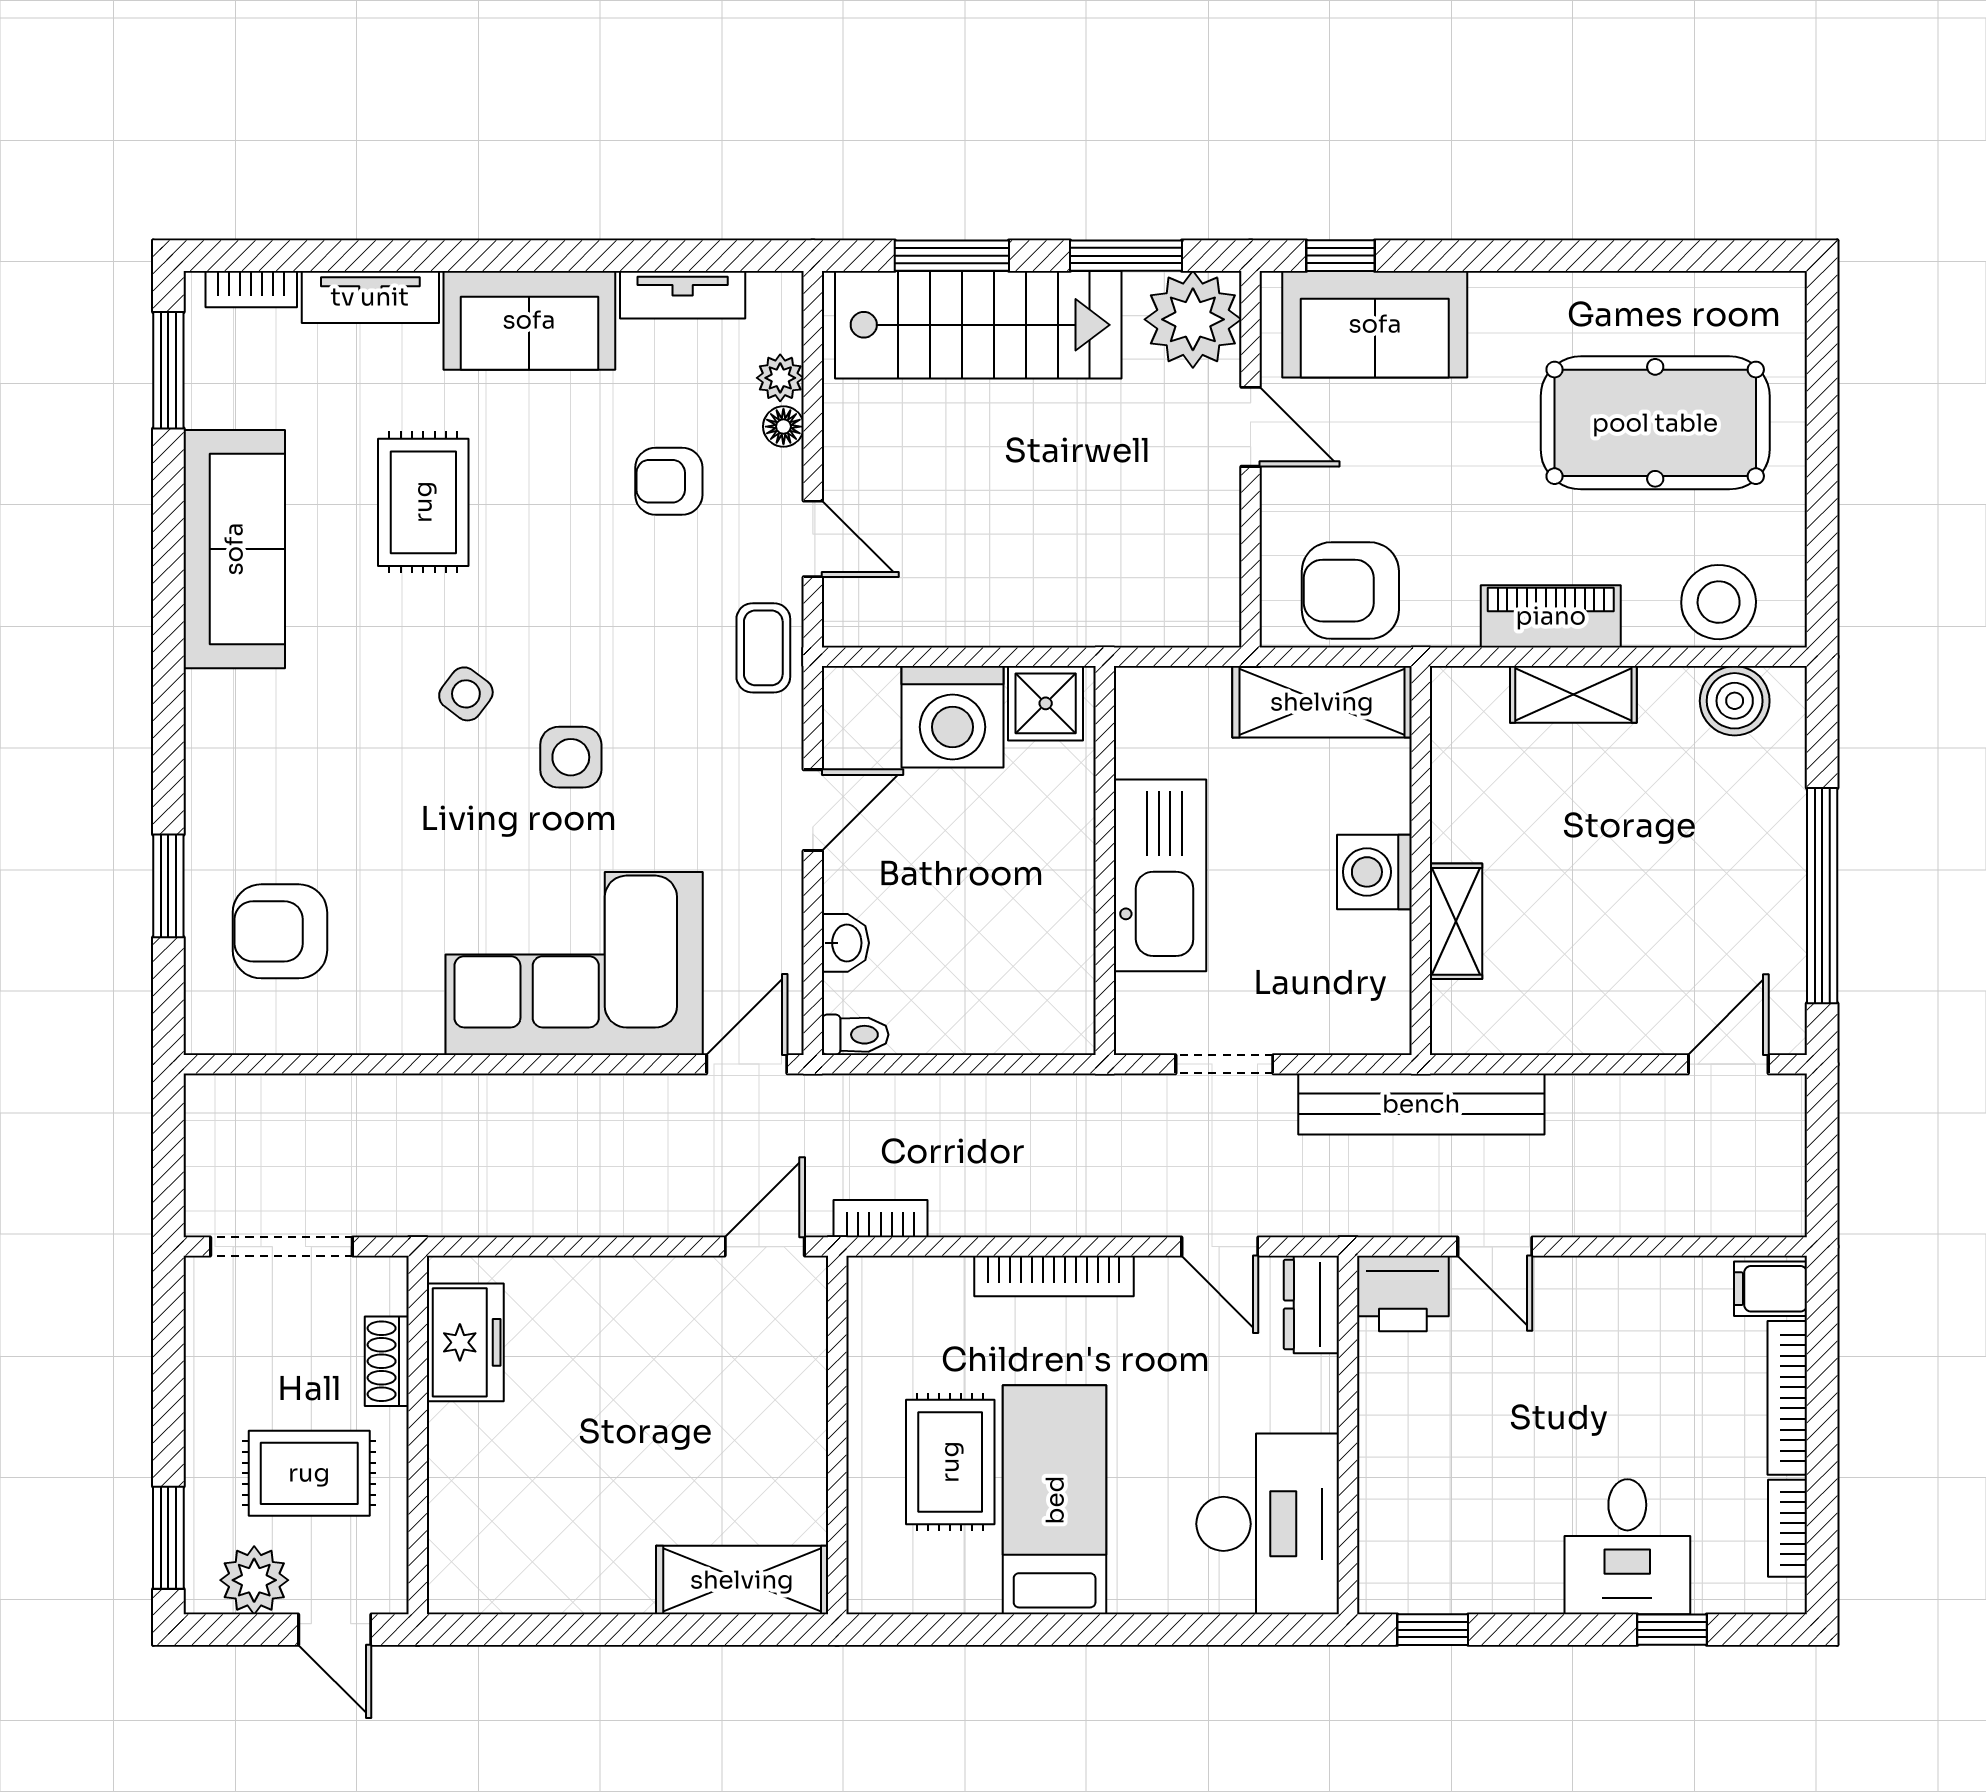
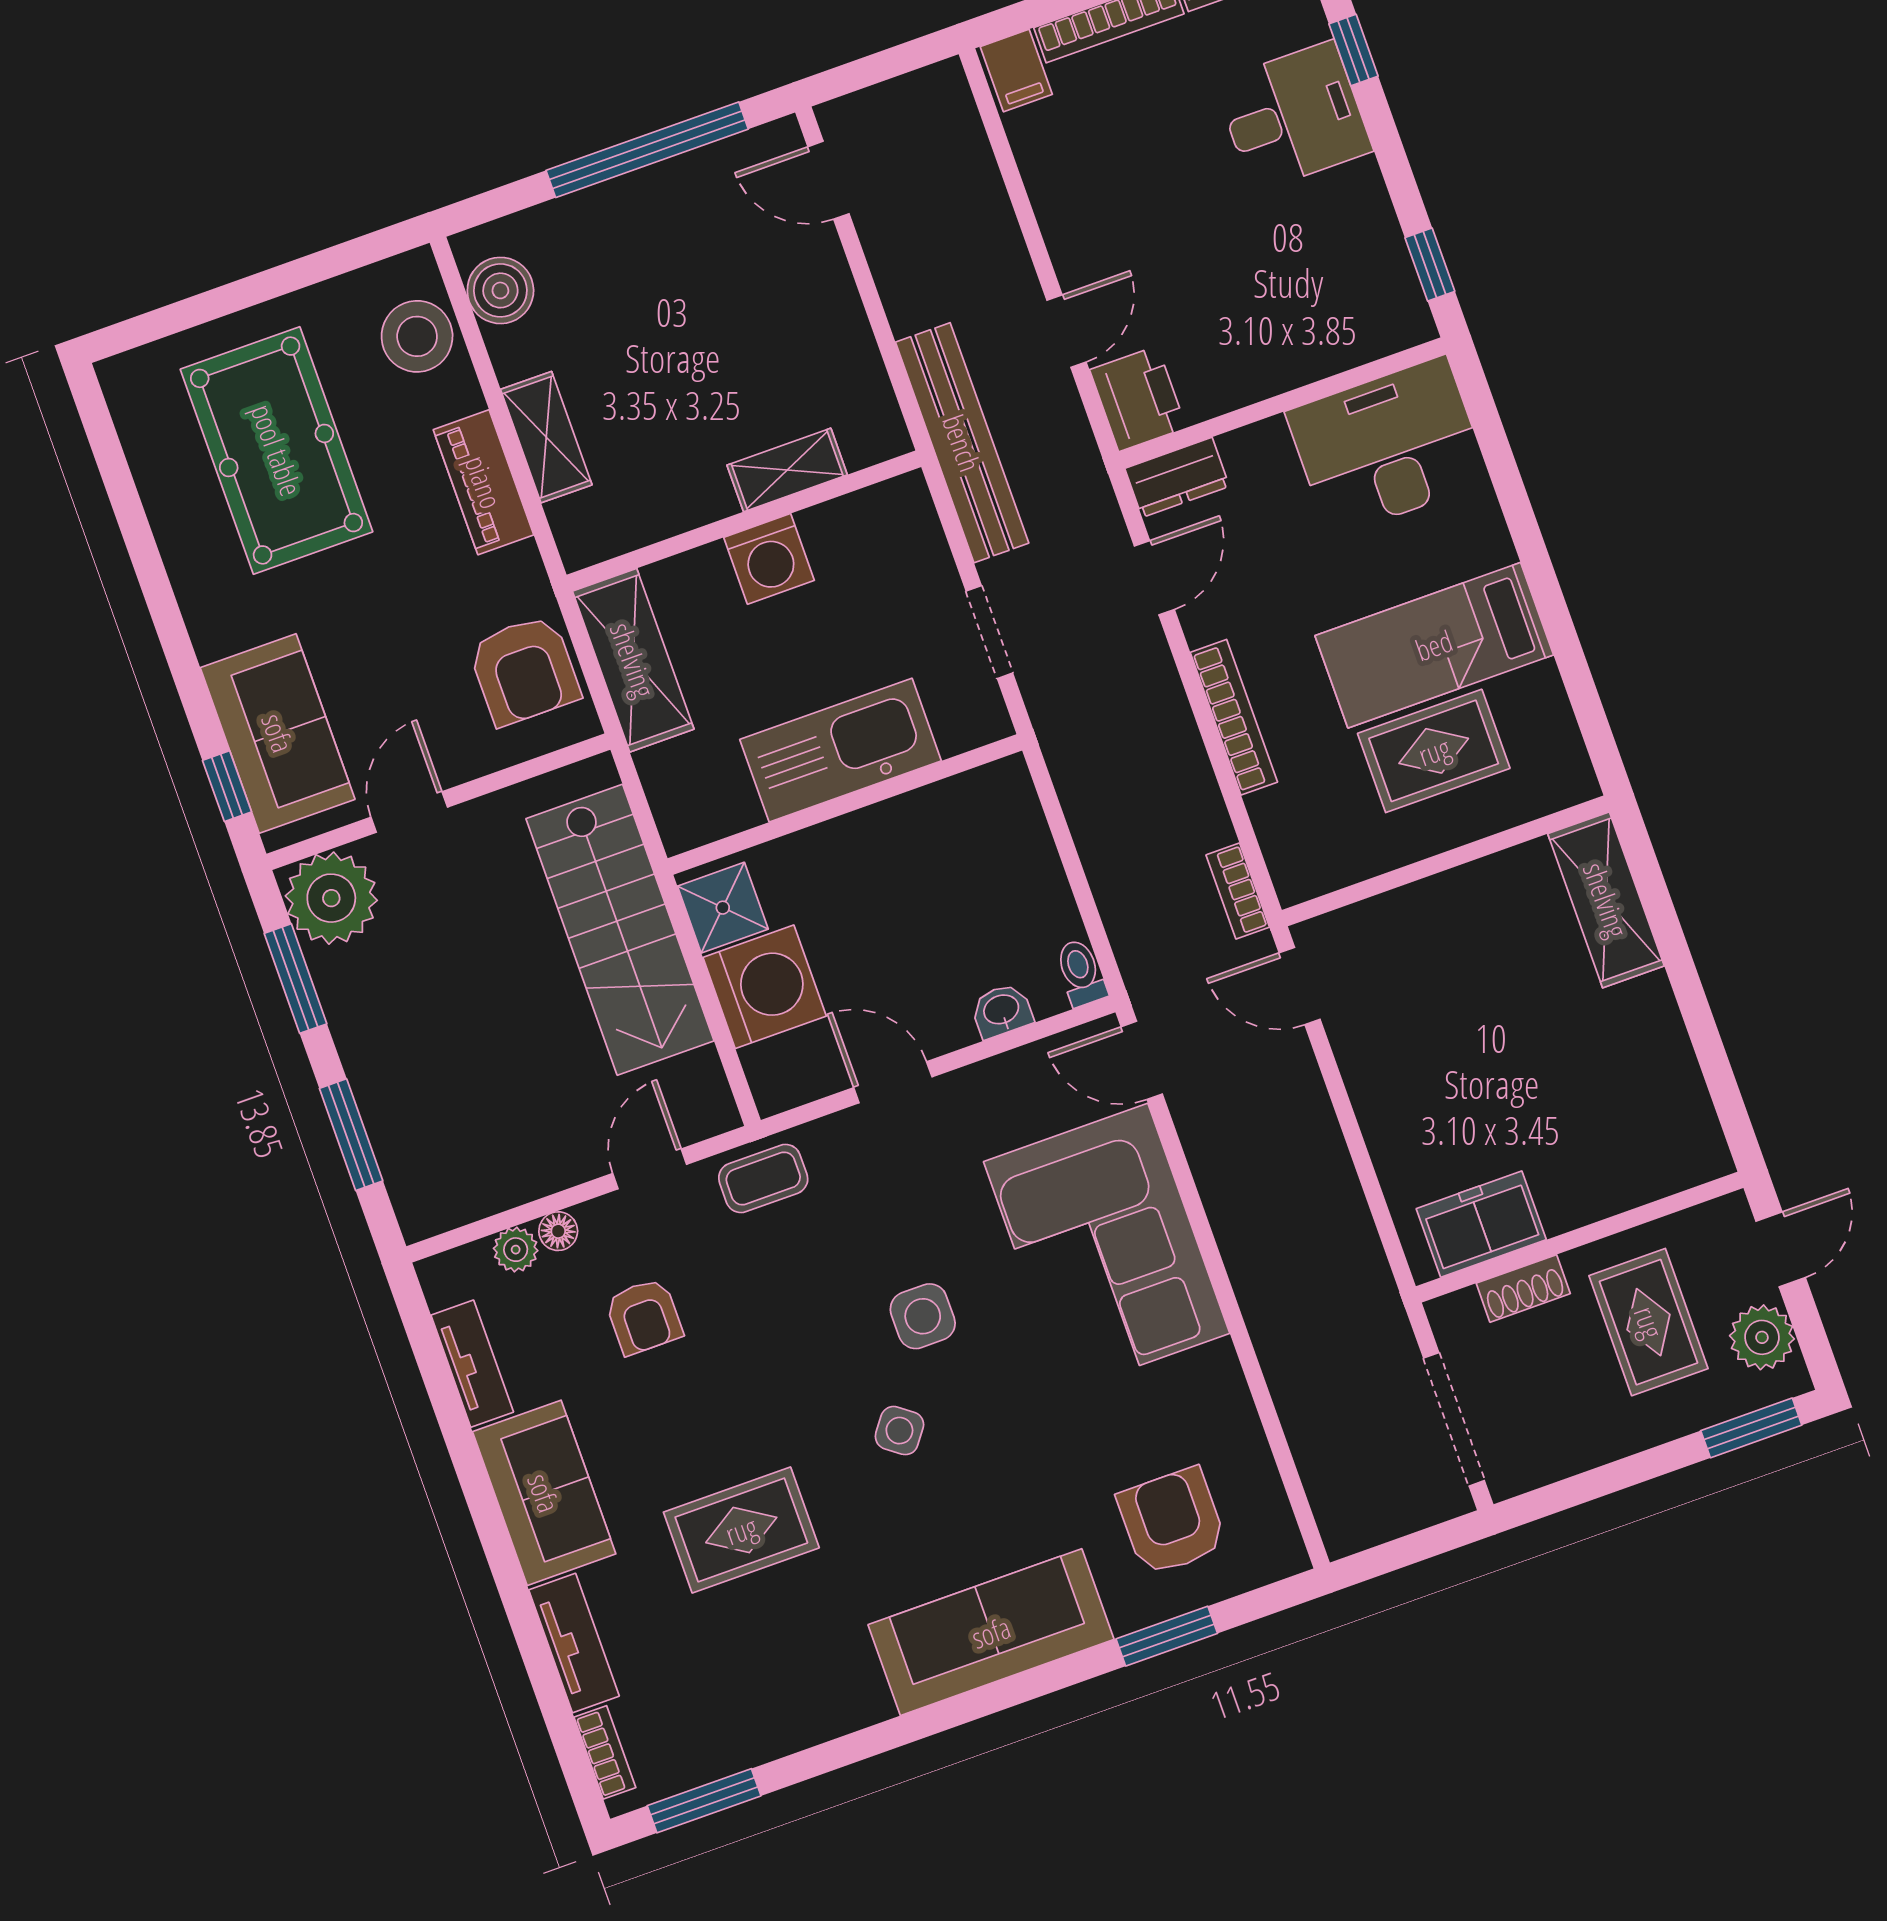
stairs: (978, 325) -> (620, 930), moved, turned 180
sofa: (234, 549) -> (991, 1632), moved
armchair: (280, 931) -> (1172, 1521), turned 180

